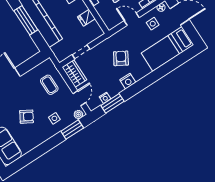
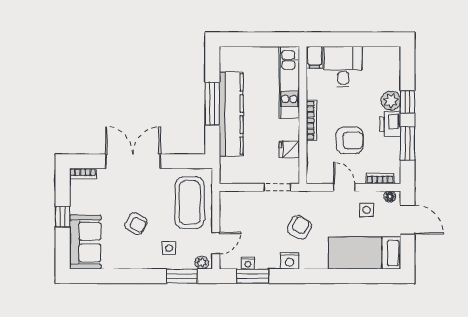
doorway: (81, 52) -> (277, 187), moved
wardrobe: (74, 73) -> (230, 209), removed
coffee table: (49, 85) -> (190, 202), width x1.86, depth x1.72

